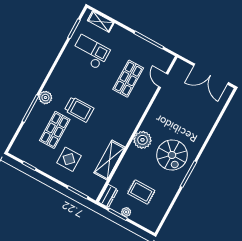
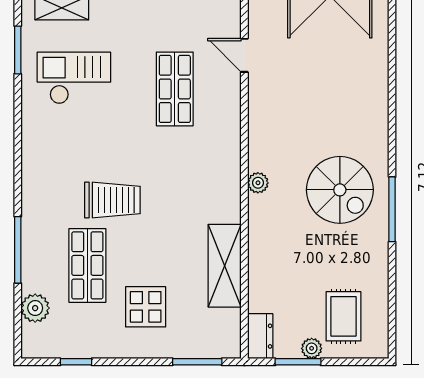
plant: (45, 98) -> (35, 308), moved
plant: (142, 140) -> (258, 183), width x0.53, depth x0.53
rug: (141, 192) -> (343, 316), moved, turned 90

